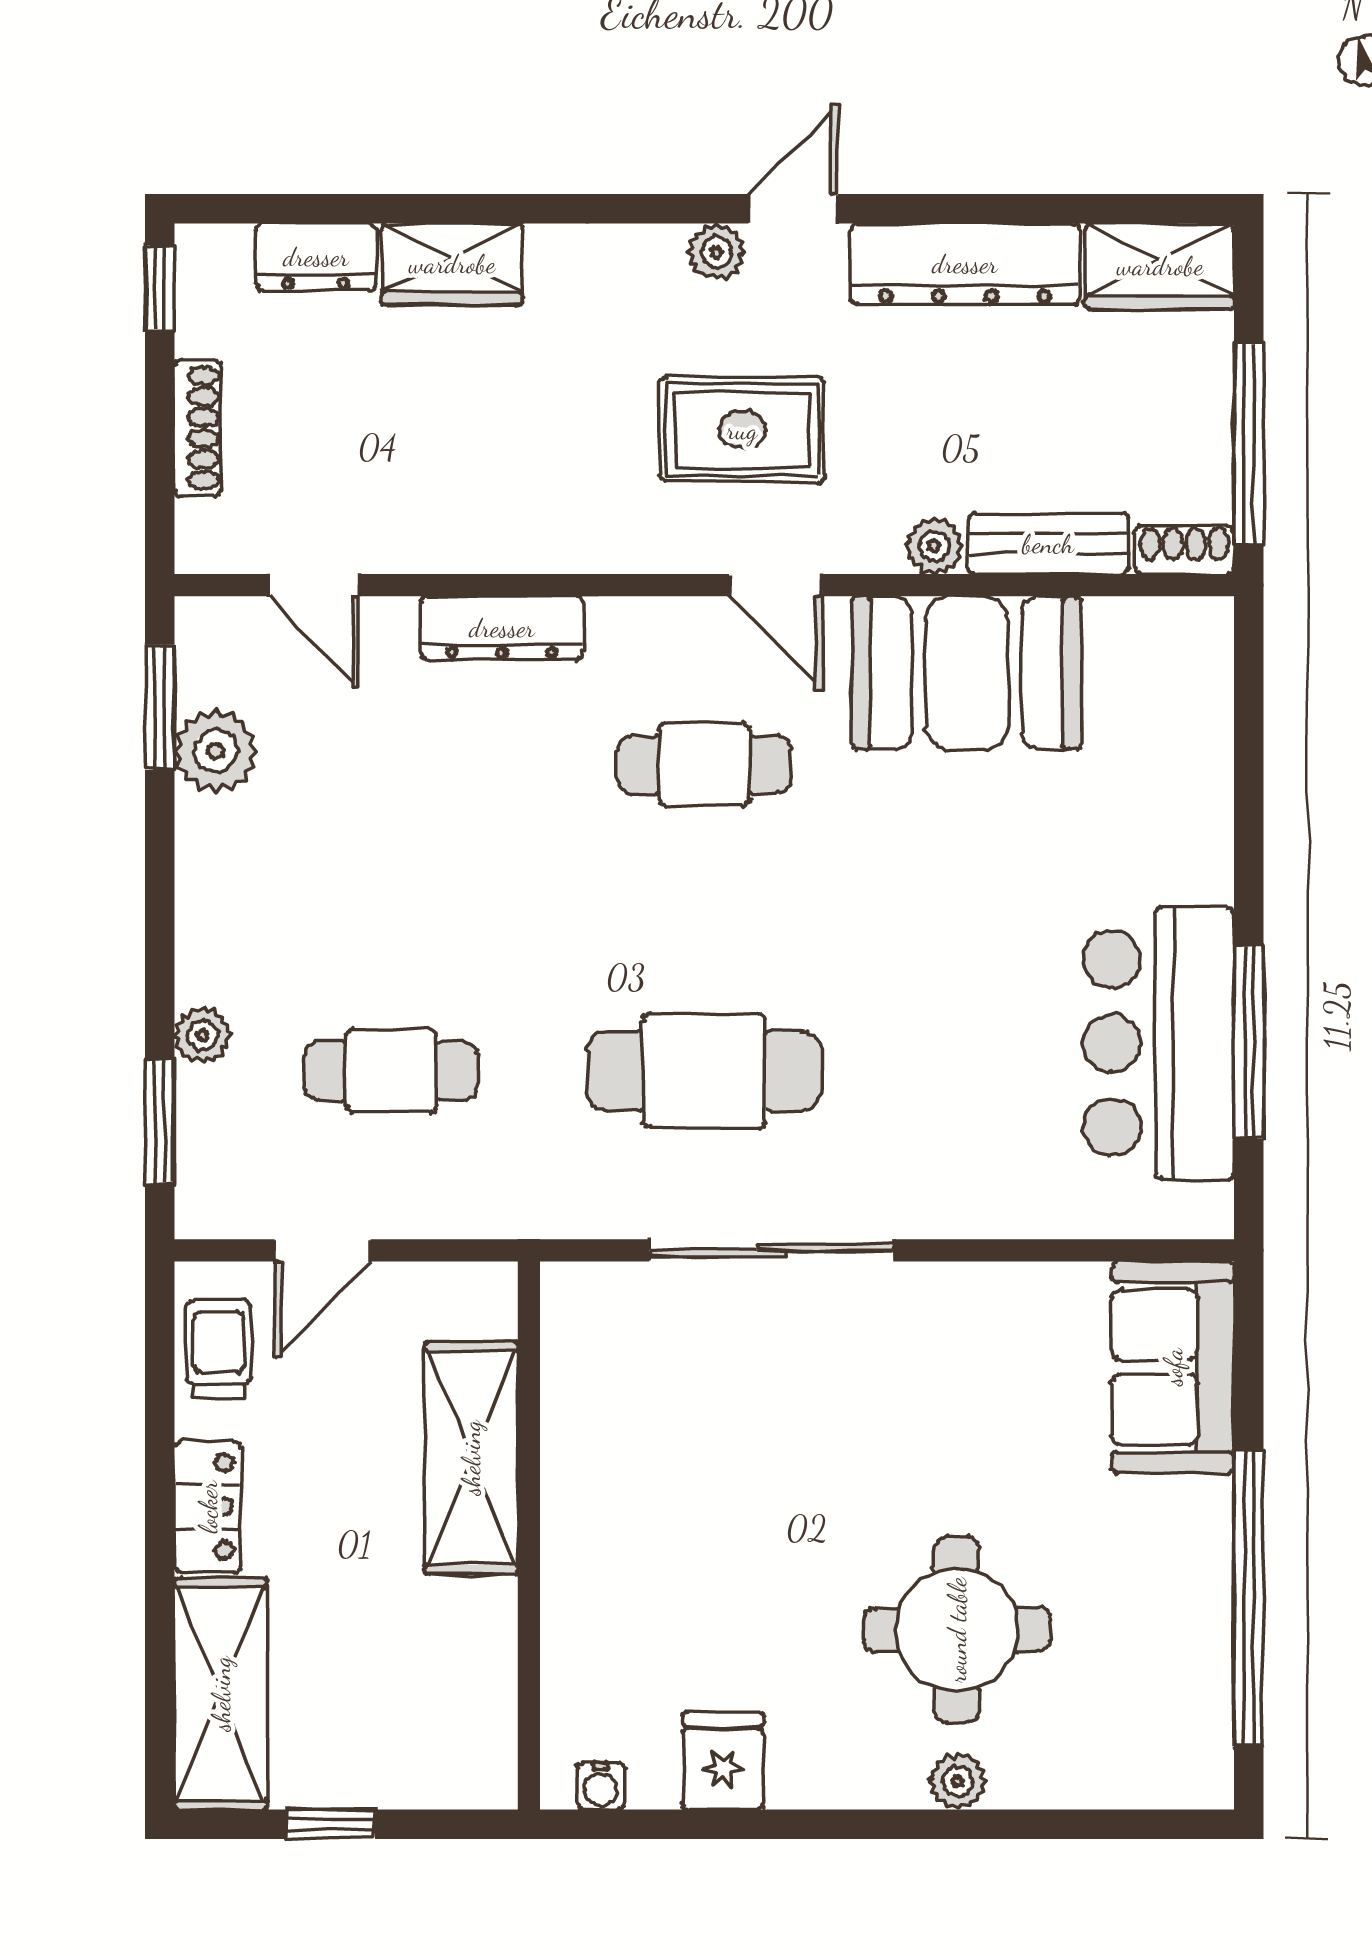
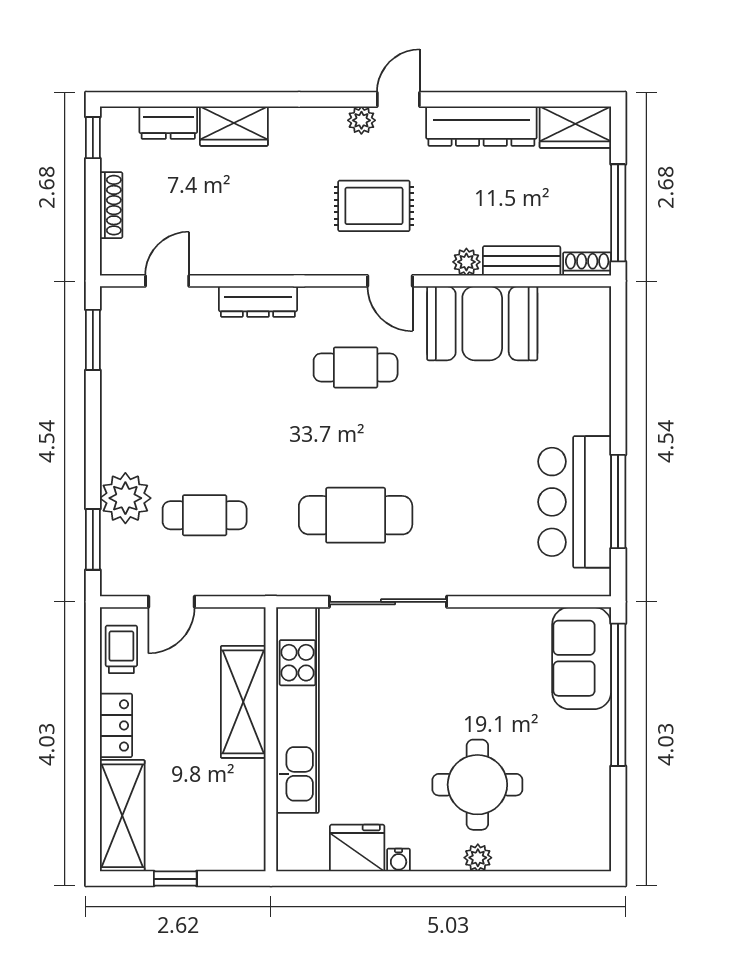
door: (313, 585) -> (167, 281), swing flipped
plant: (216, 751) -> (120, 361), removed
plant: (202, 1035) -> (125, 498), width x1.88, depth x1.88
kitchen unit: (584, 1475) -> (298, 710), added
window: (1249, 1598) -> (618, 695), moved
fridge: (723, 1761) -> (357, 848), width x1.38
water cooler: (601, 1786) -> (399, 860), moved

